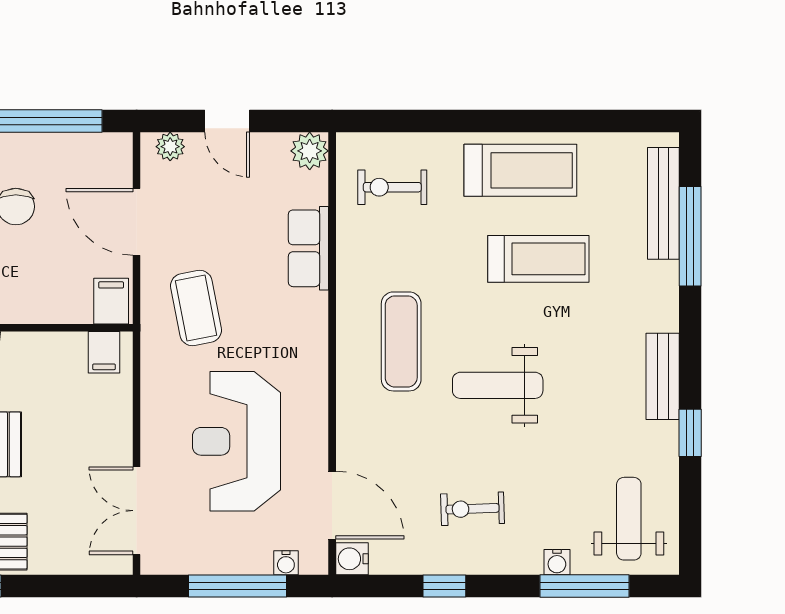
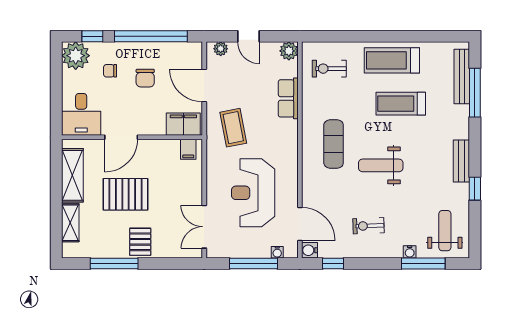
treadmill: (520, 170) -> (392, 60), turned 180
treadmill: (538, 259) -> (401, 104), turned 180
filing cabinet: (111, 301) -> (183, 124), width x2.00
window: (444, 586) -> (333, 264), moved

